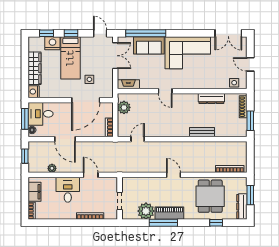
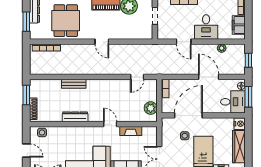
fireplace: (128, 84) -> (131, 131), moved
dresser: (211, 99) -> (75, 117), moved

